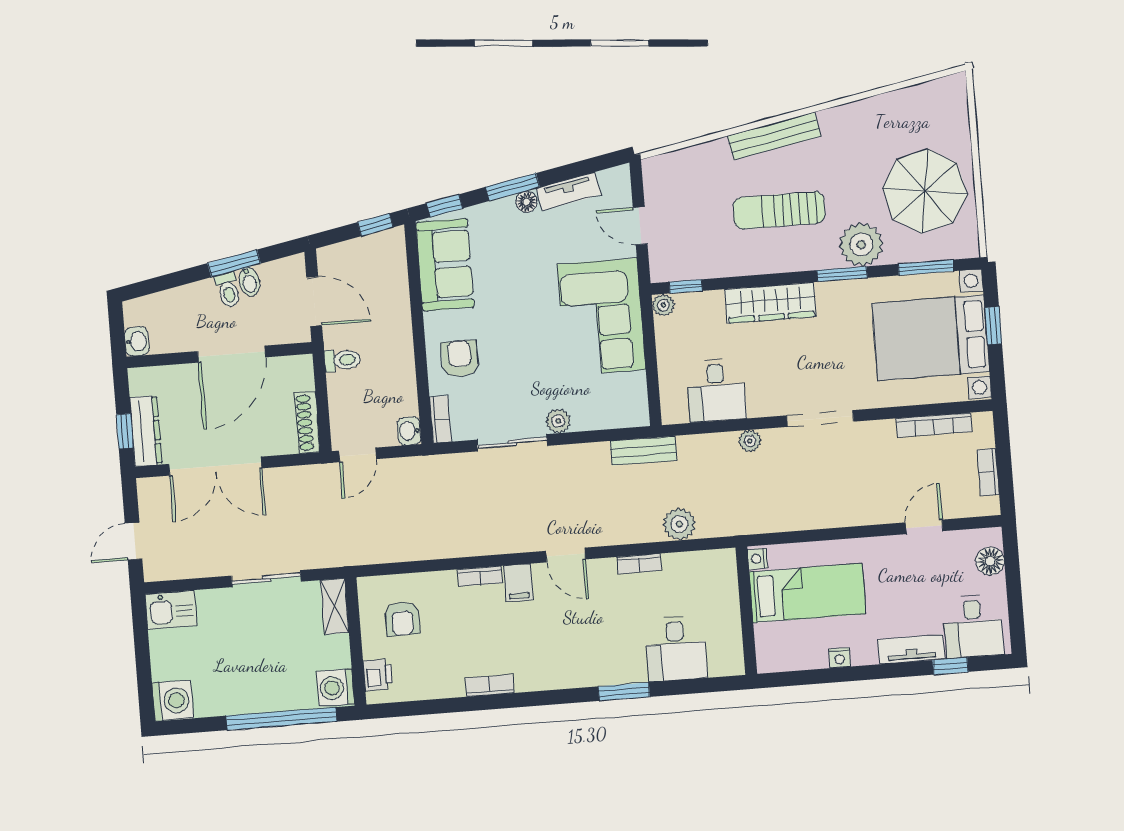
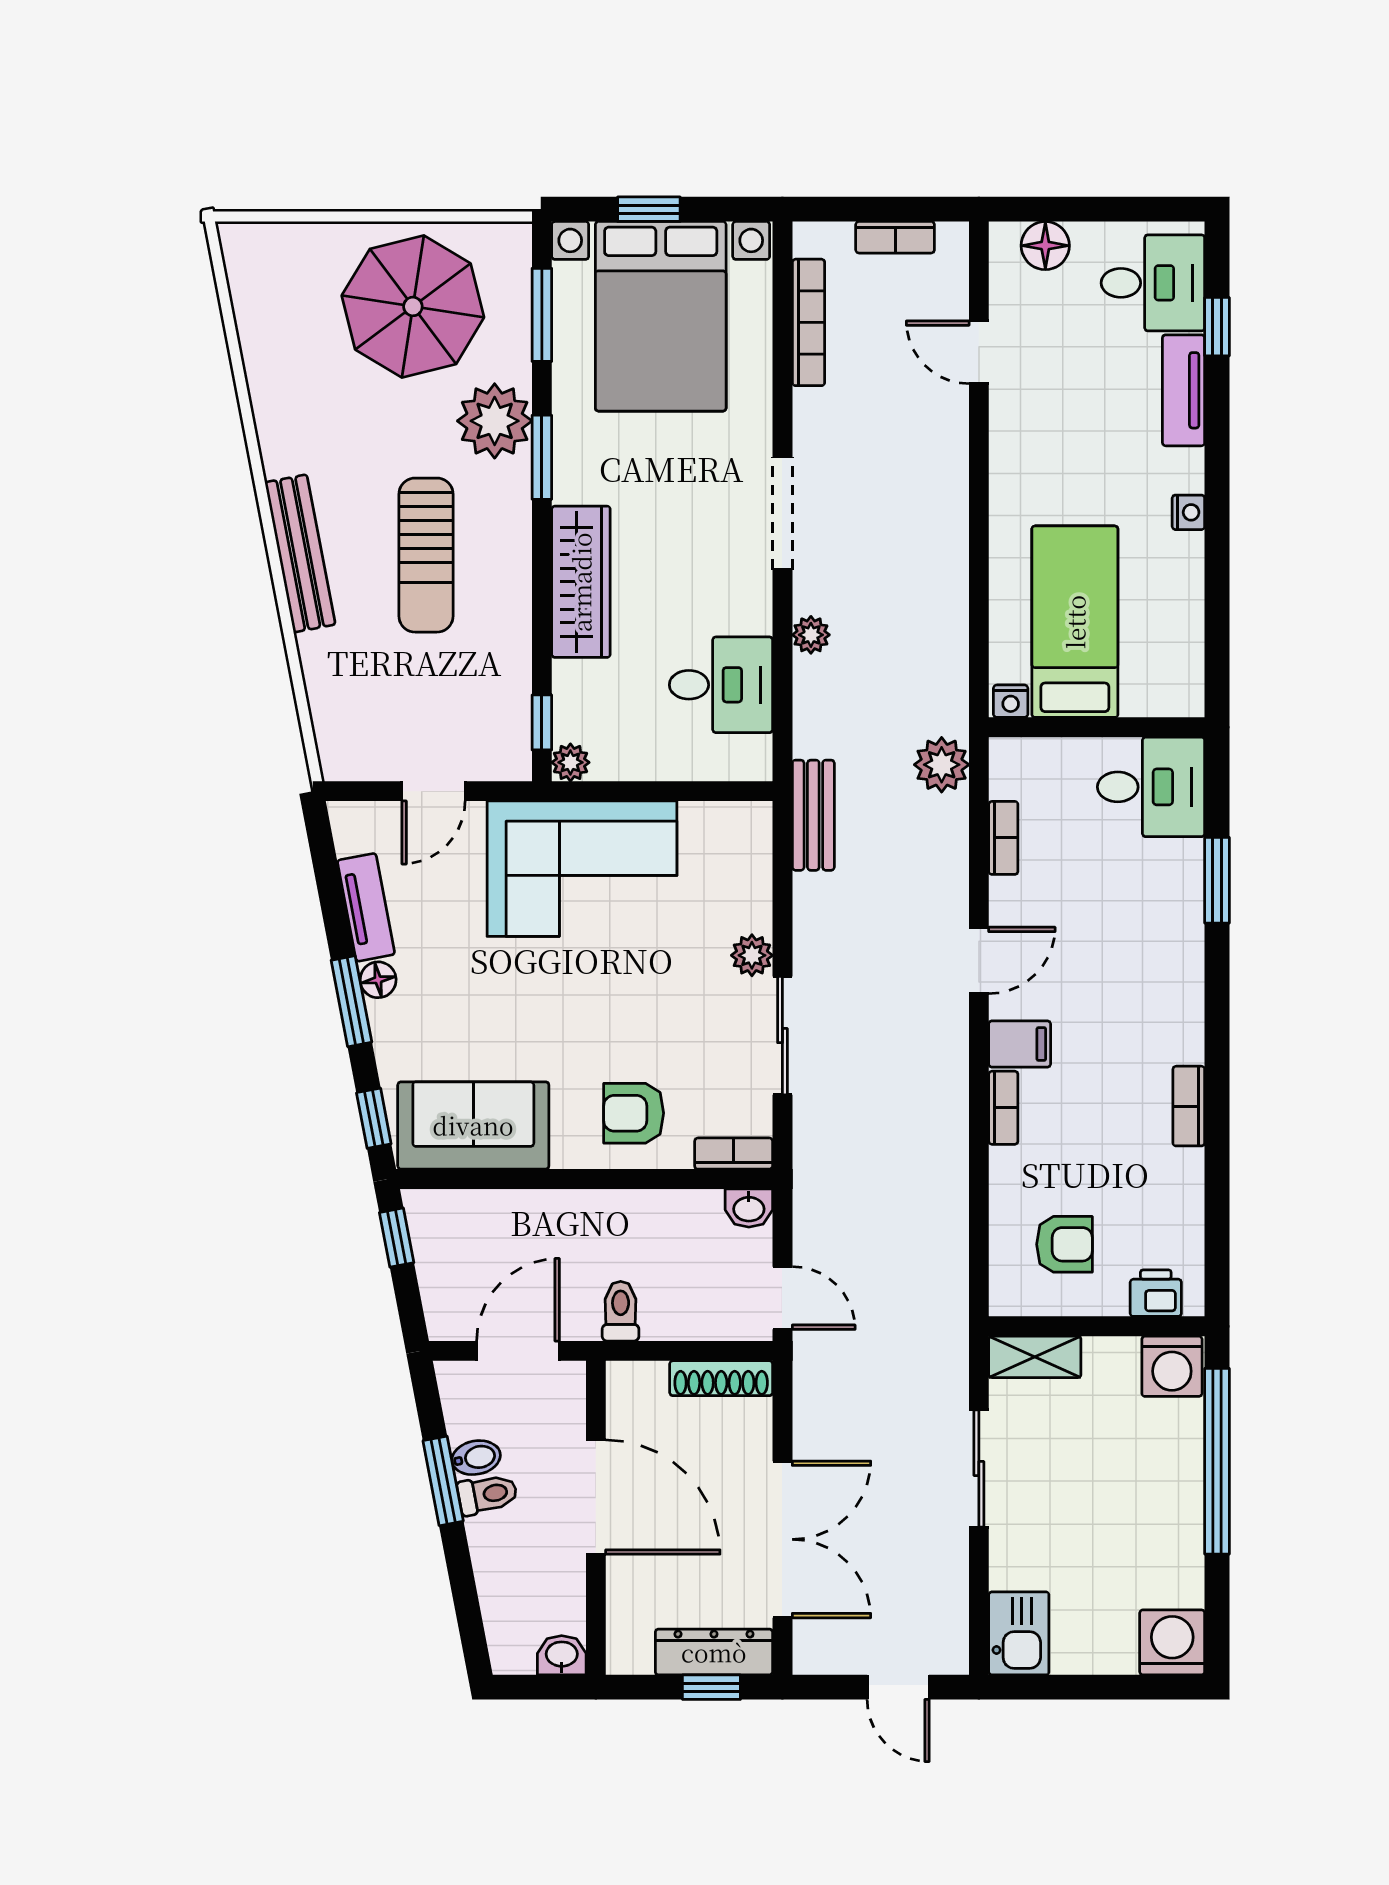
nightstand: (758, 559) -> (1011, 701), moved
bed: (807, 593) -> (1075, 622), moved
wall: (746, 611) -> (1097, 727), moved

